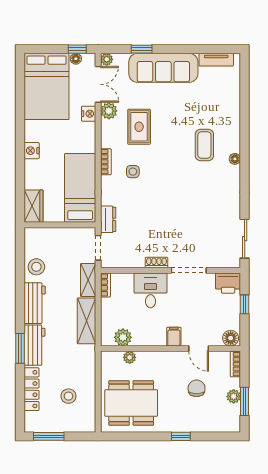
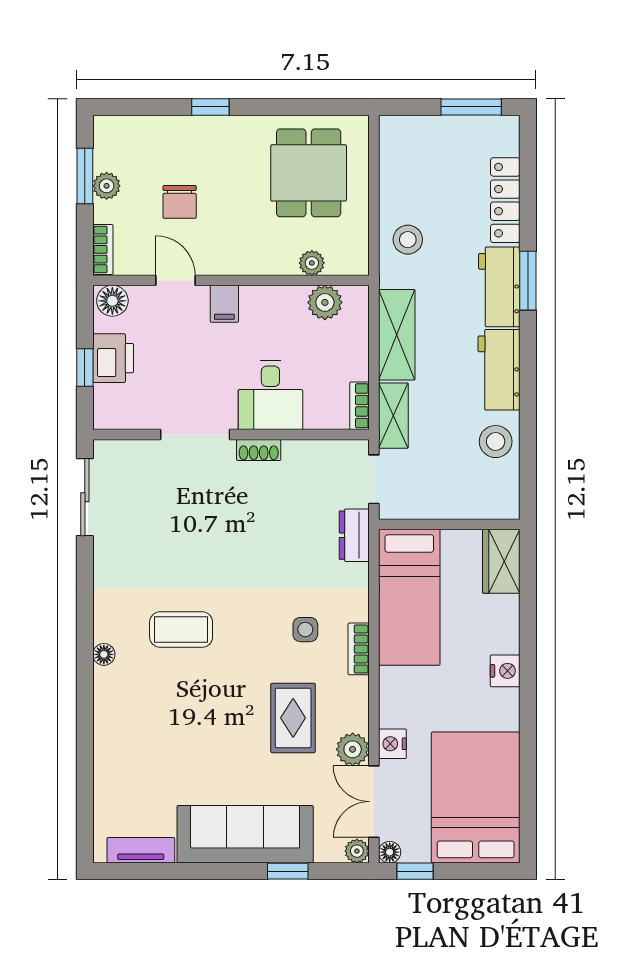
floor lamp: (76, 59) -> (390, 852), moved
coffee table: (204, 145) -> (181, 630), moved, turned 90
printer: (228, 283) -> (113, 358), moved, turned 90
stool: (68, 396) -> (408, 240), moved
dining table: (131, 403) -> (309, 173), width x0.73

